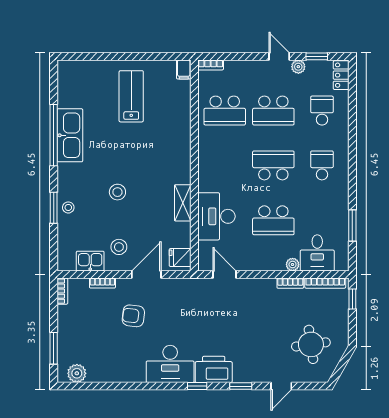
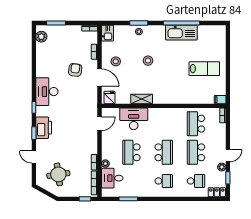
kitchen sink: (90, 261) -> (107, 33), moved
printer: (214, 369) -> (44, 128), moved

